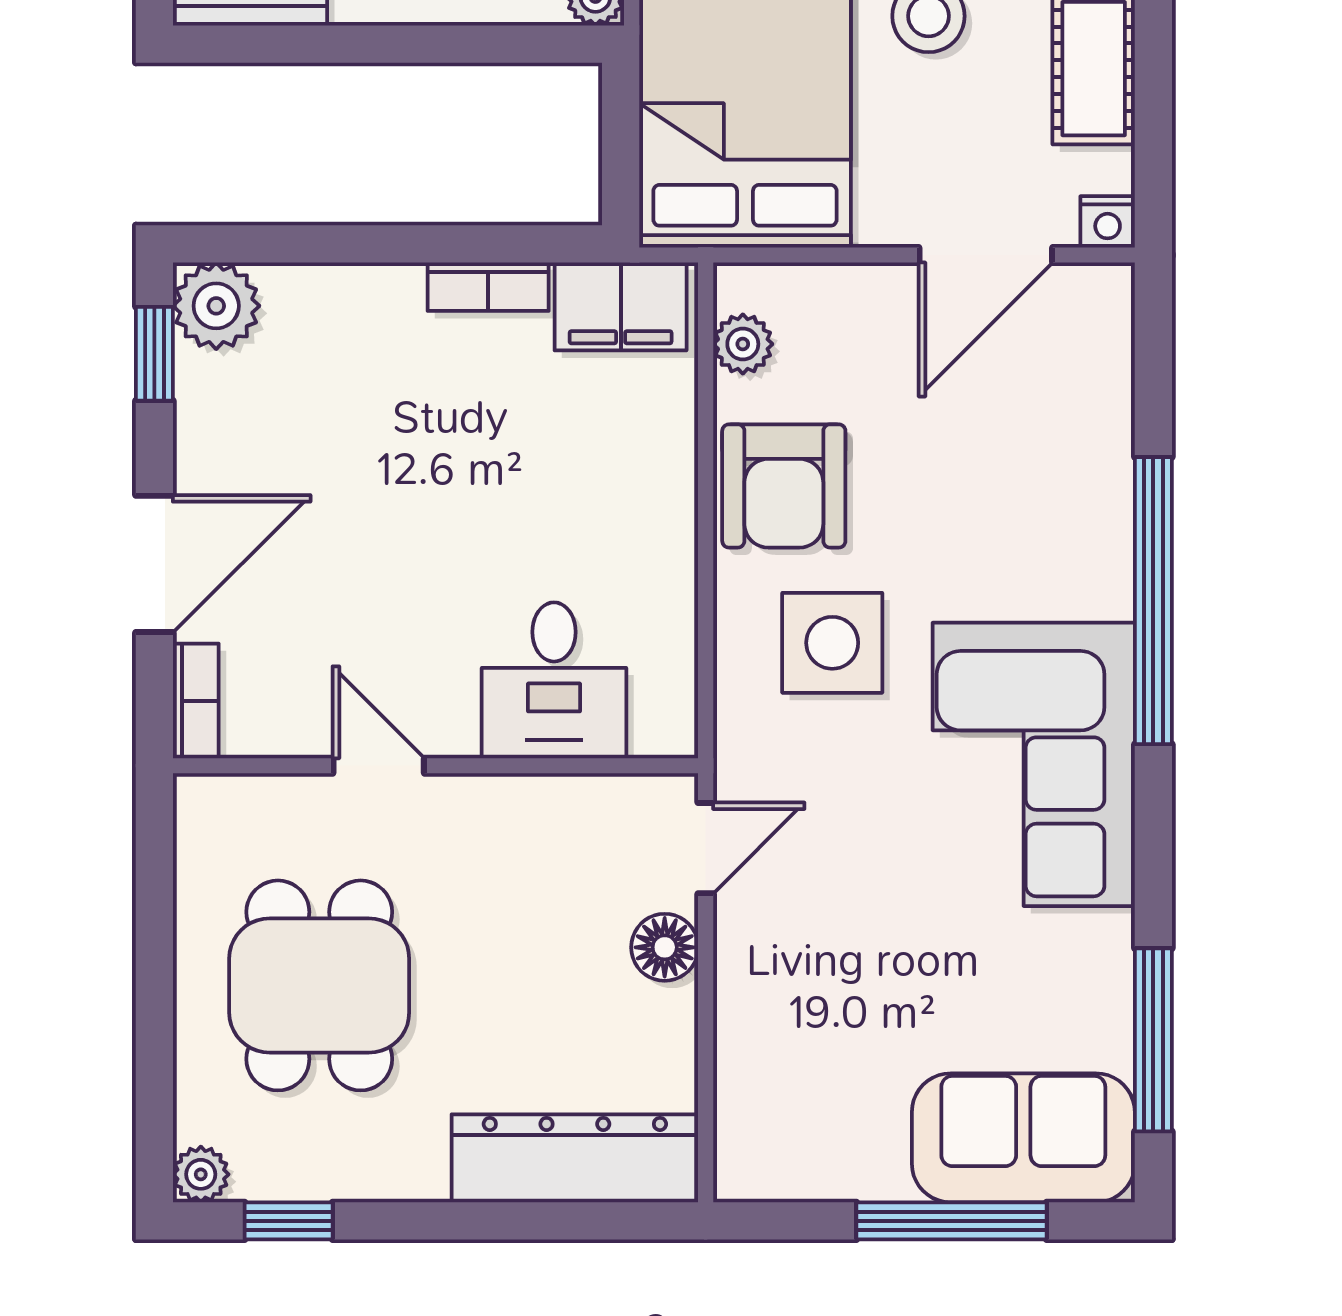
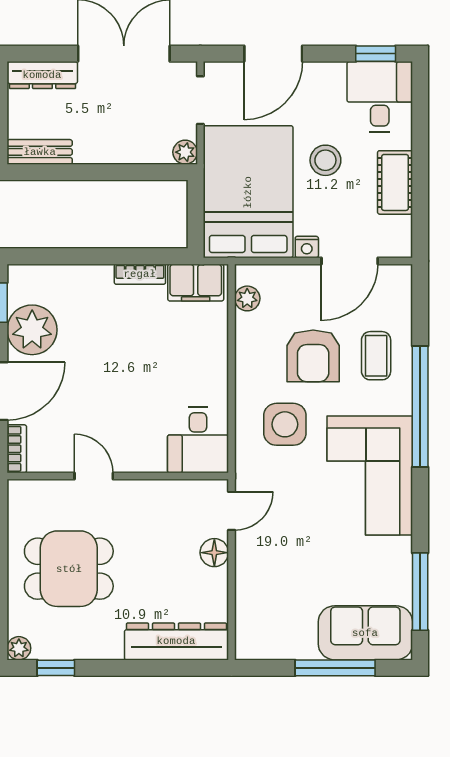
nightstand: (1108, 222) -> (307, 247), moved
plant: (216, 306) -> (32, 330), moved, width x1.36, depth x1.36
coffee table: (1049, 480) -> (376, 356), added
armchair: (784, 486) -> (313, 356), moved
desk: (554, 680) -> (198, 440), moved
dining table: (319, 985) -> (69, 569), turned 90

